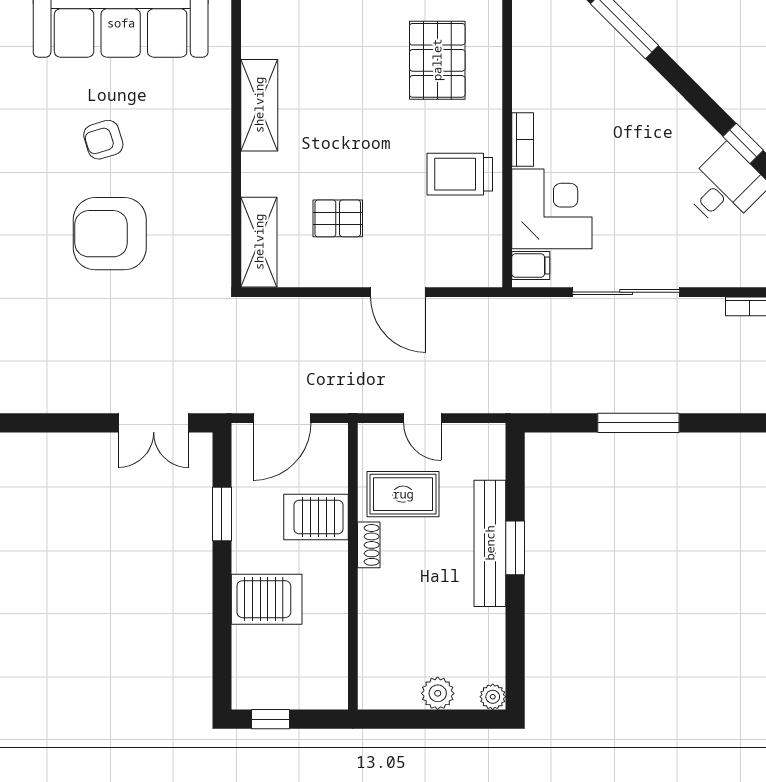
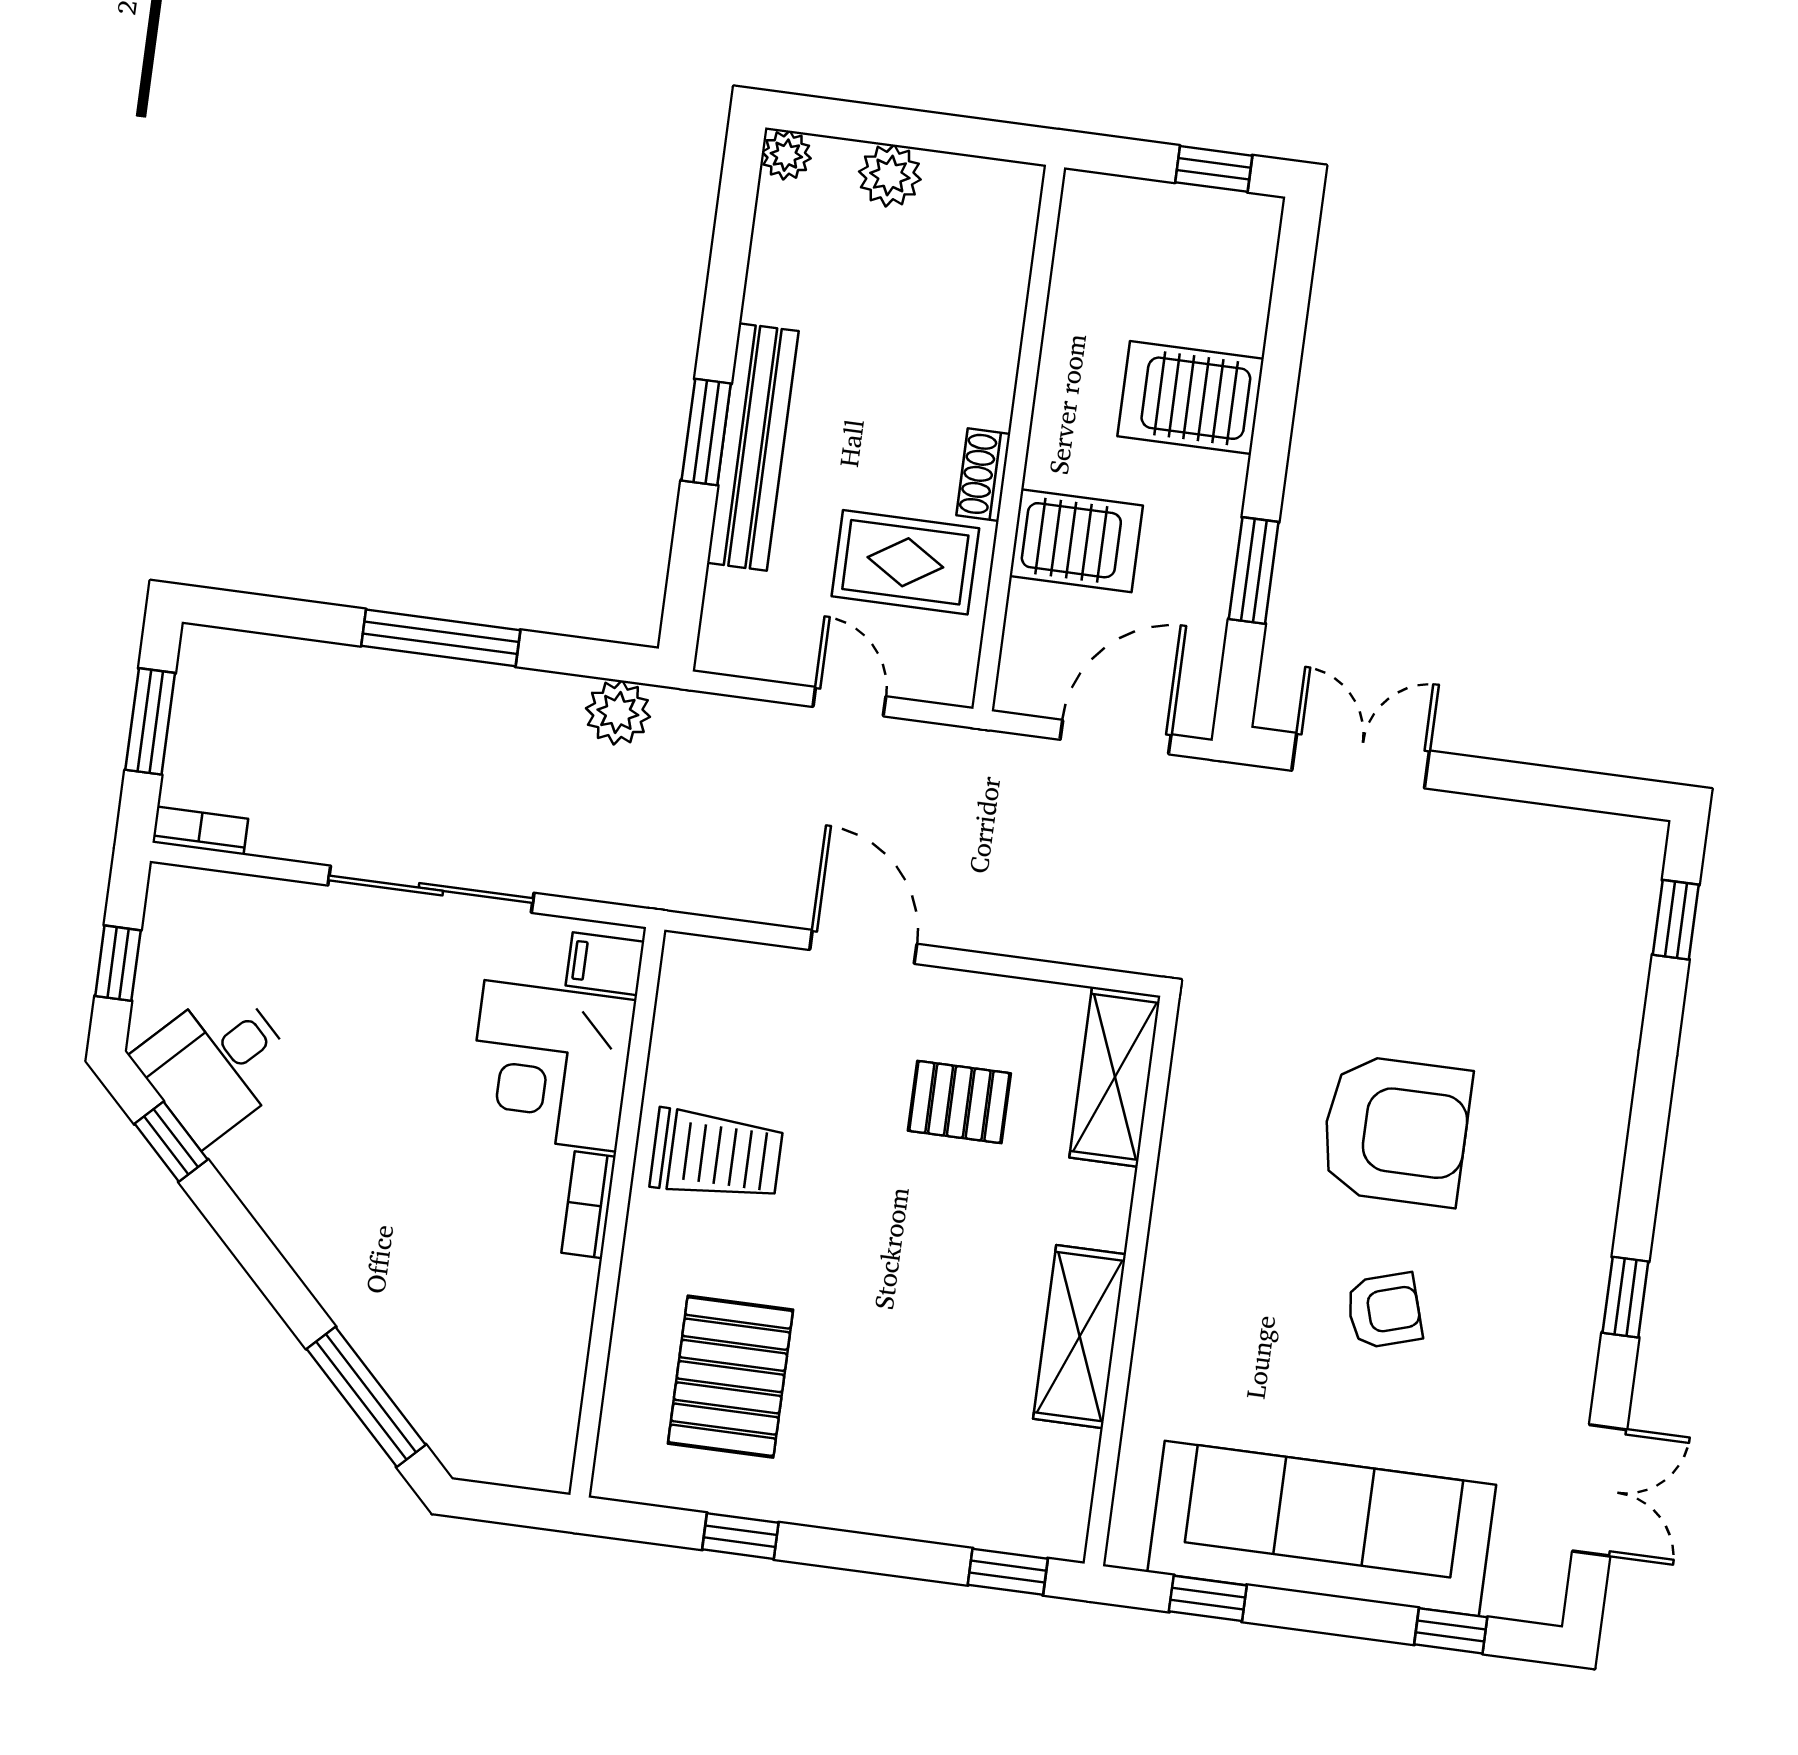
plant: (541, 396) -> (618, 712), added

